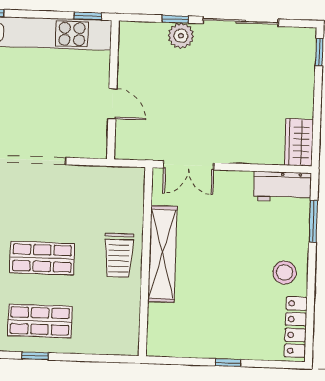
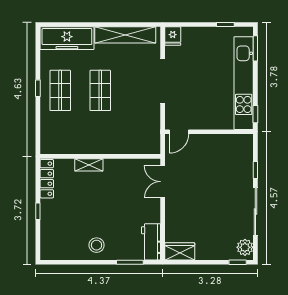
plant: (181, 36) -> (245, 247), moved
door: (112, 104) -> (179, 132), moved
shelving: (162, 254) -> (89, 165), width x0.45, depth x0.75
trolley: (119, 255) -> (104, 139), removed
locker: (296, 327) -> (47, 179), moved, turned 90

